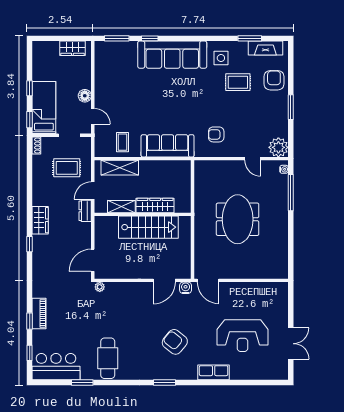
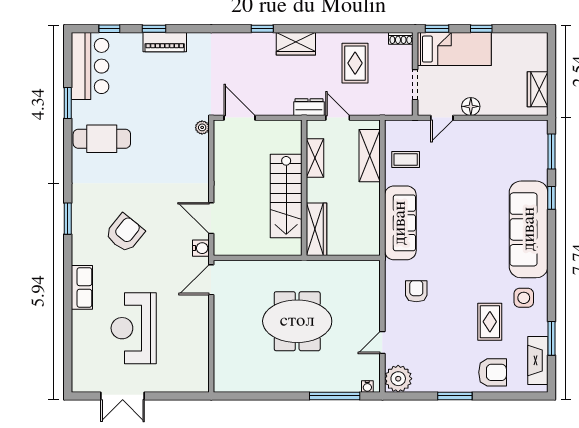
rug: (67, 168) -> (355, 63), moved
wardrobe: (155, 206) -> (316, 229), moved

